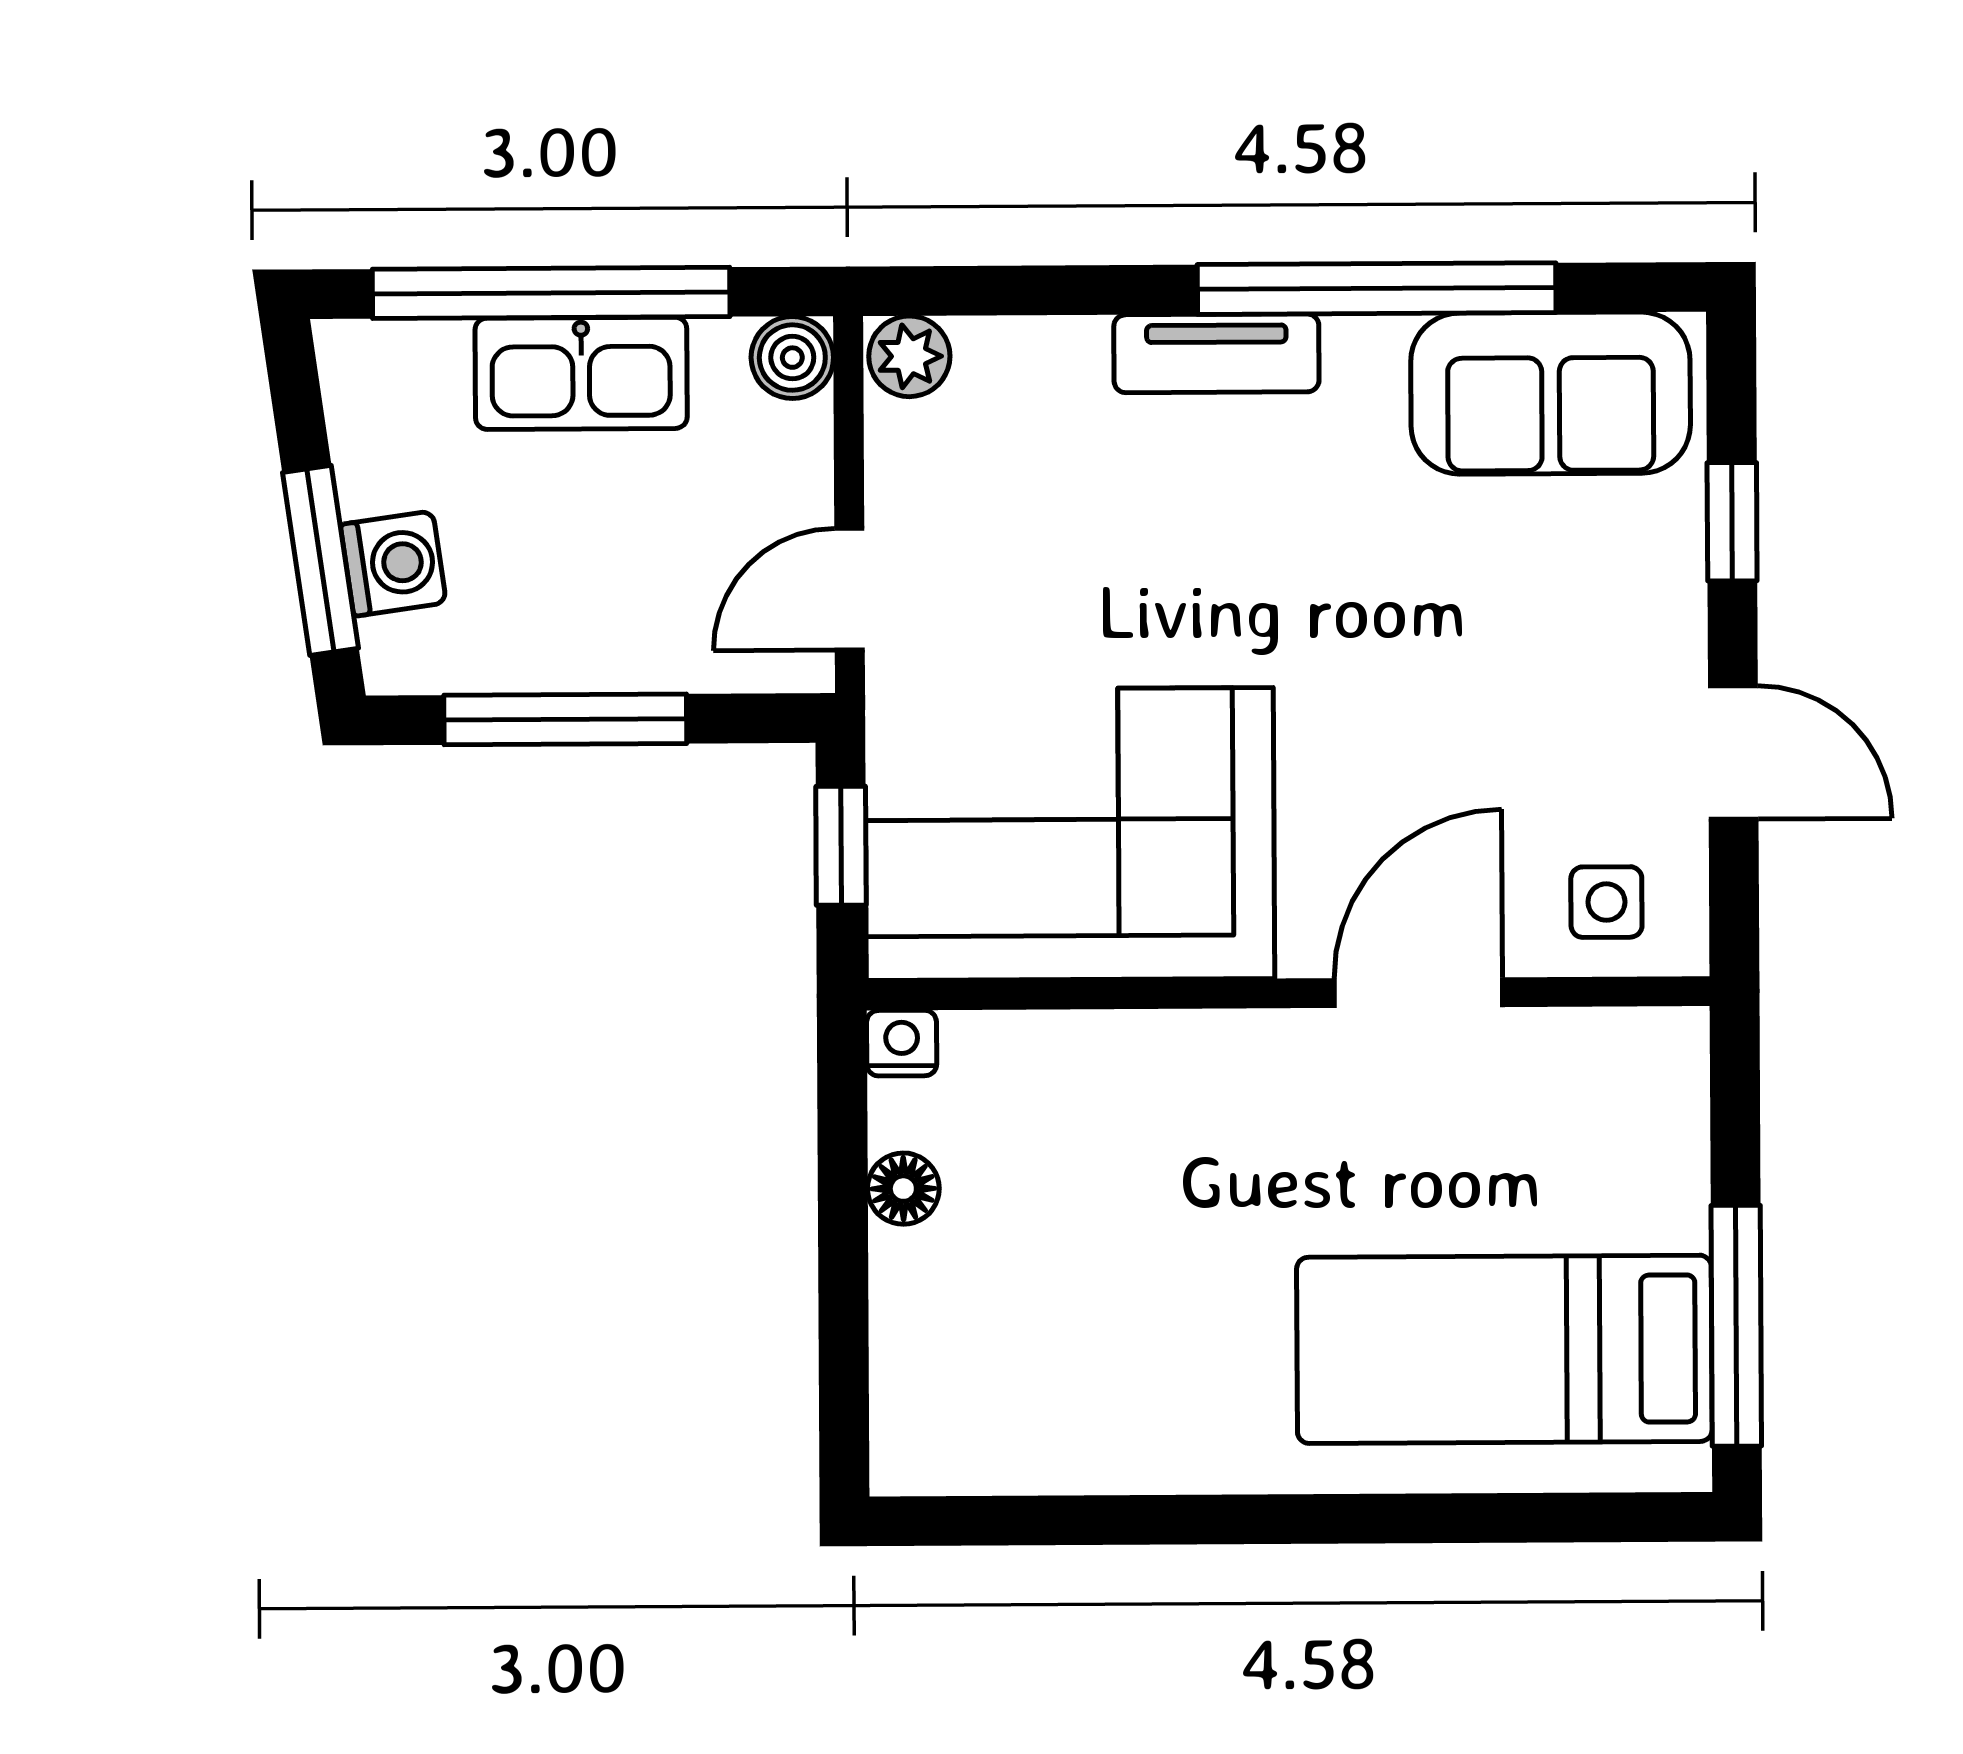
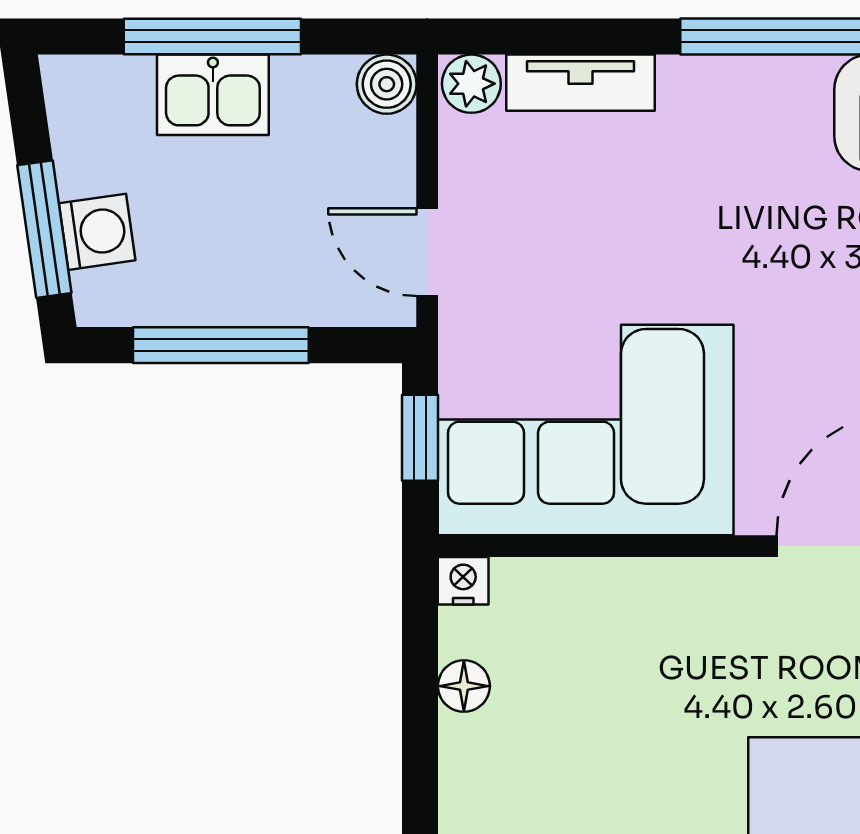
window: (551, 293) -> (212, 36), width x0.68
tv unit: (1216, 353) -> (580, 83), moved
kitchen sink: (581, 373) -> (213, 95), width x0.73
door: (850, 589) -> (427, 252), hinge flipped

